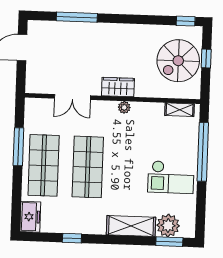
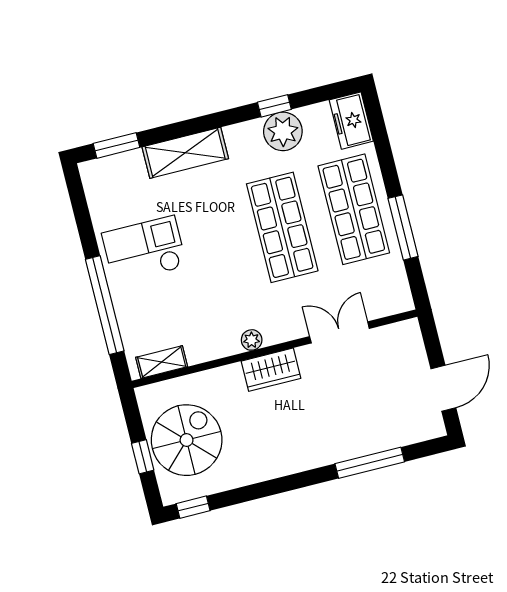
plant: (168, 226) -> (283, 131), moved

